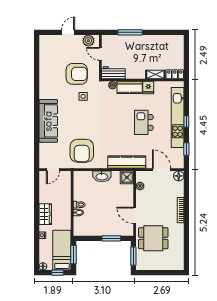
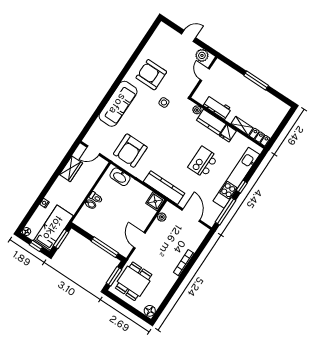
window: (130, 32) -> (256, 81), moved
workbench: (113, 73) -> (217, 107), moved
armchair: (77, 74) -> (151, 75), moved, turned 180
window: (186, 149) -> (225, 211), width x2.17
washbasin: (102, 176) -> (120, 177), moved
floor lamp: (179, 176) -> (150, 311), moved
wardrobe: (45, 214) -> (71, 169), moved
window: (111, 238) -> (105, 247), width x1.44
dining table: (153, 238) -> (134, 281), moved, turned 90

